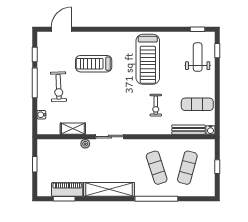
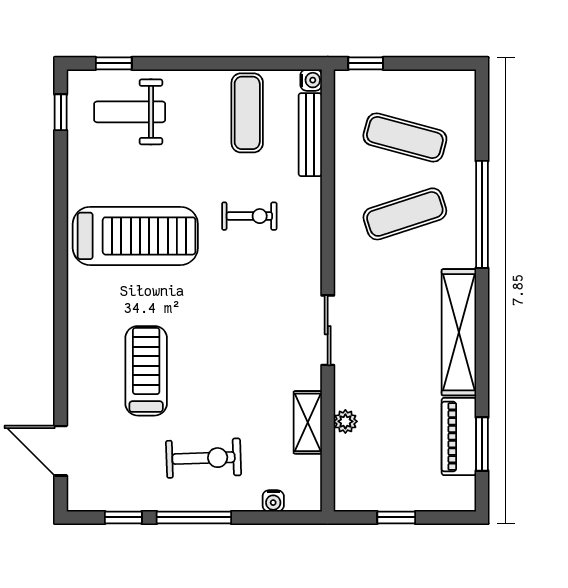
treadmill: (94, 64) -> (146, 371), turned 180
plant: (85, 144) -> (345, 421), moved
window: (217, 167) -> (366, 63), moved

